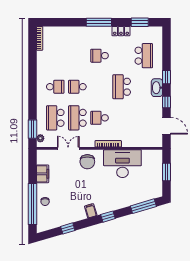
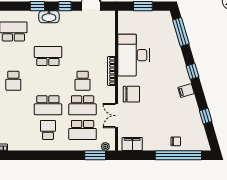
school desk: (77, 87) -> (48, 105), width x1.85
school desk: (122, 87) -> (48, 56), turned 180
filing cabinet: (43, 174) -> (132, 144), moved

